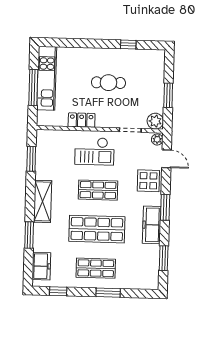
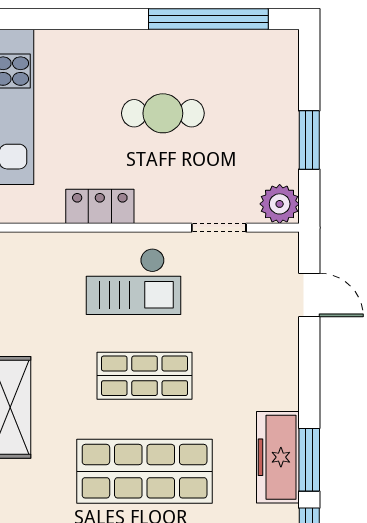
window: (128, 44) -> (208, 19), width x3.17
plant: (157, 139) -> (285, 249), removed
display table: (148, 181) -> (267, 350), removed
window: (165, 207) -> (309, 460), moved

